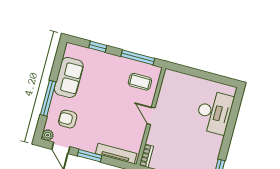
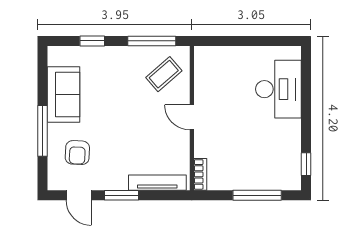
coffee table: (140, 82) -> (164, 74), turned -41
armchair: (68, 119) -> (77, 153), turned -87
plant: (48, 135) -> (55, 182), removed

